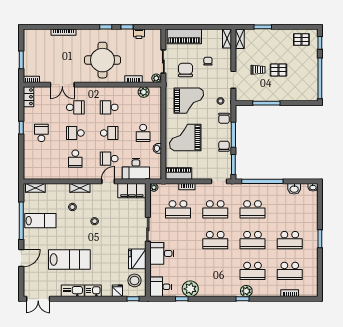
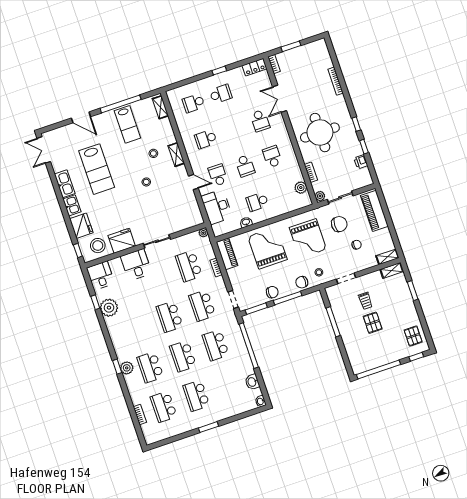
school desk: (75, 133) -> (194, 103), moved, turned -90
filing cabinet: (132, 191) -> (192, 211), removed
fridge: (117, 291) -> (81, 226), width x1.88, depth x1.34

